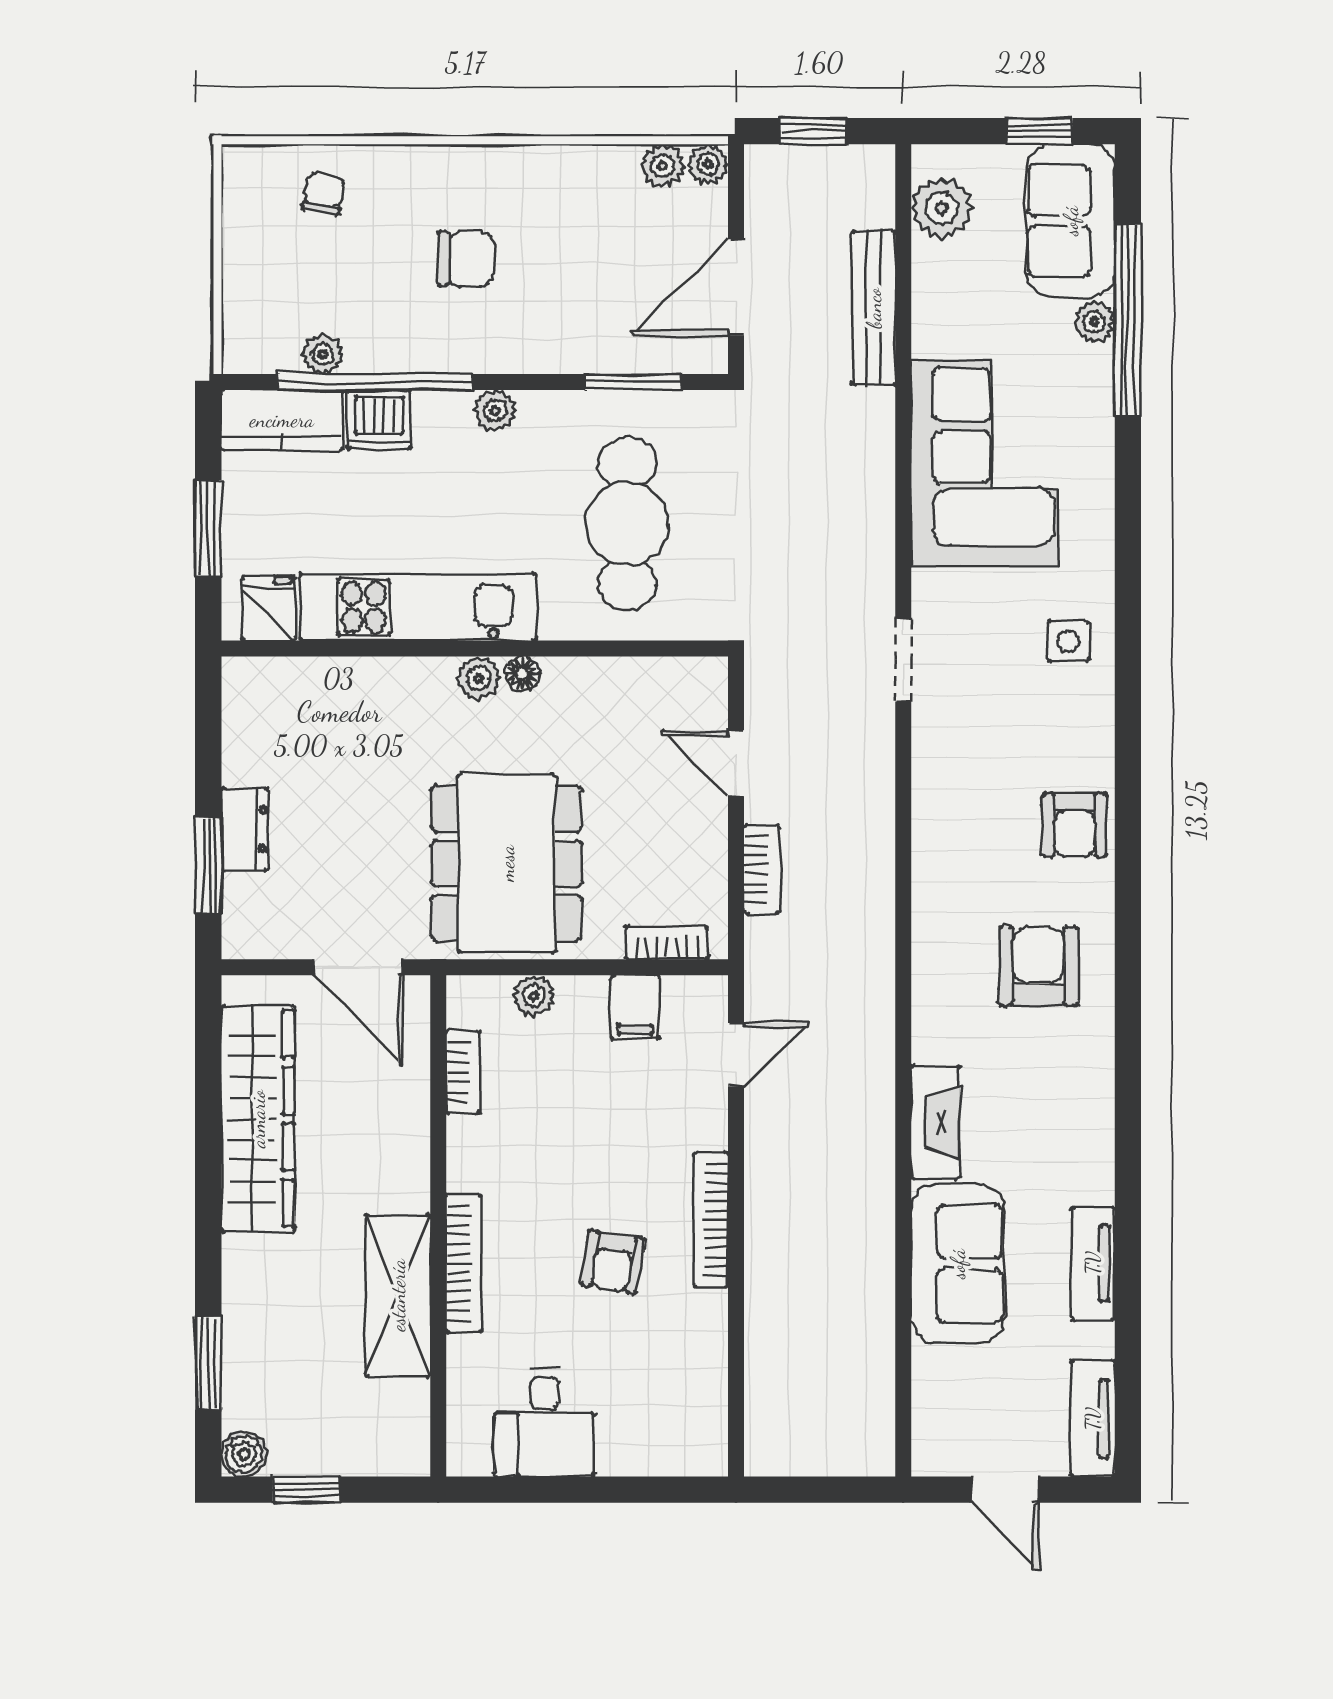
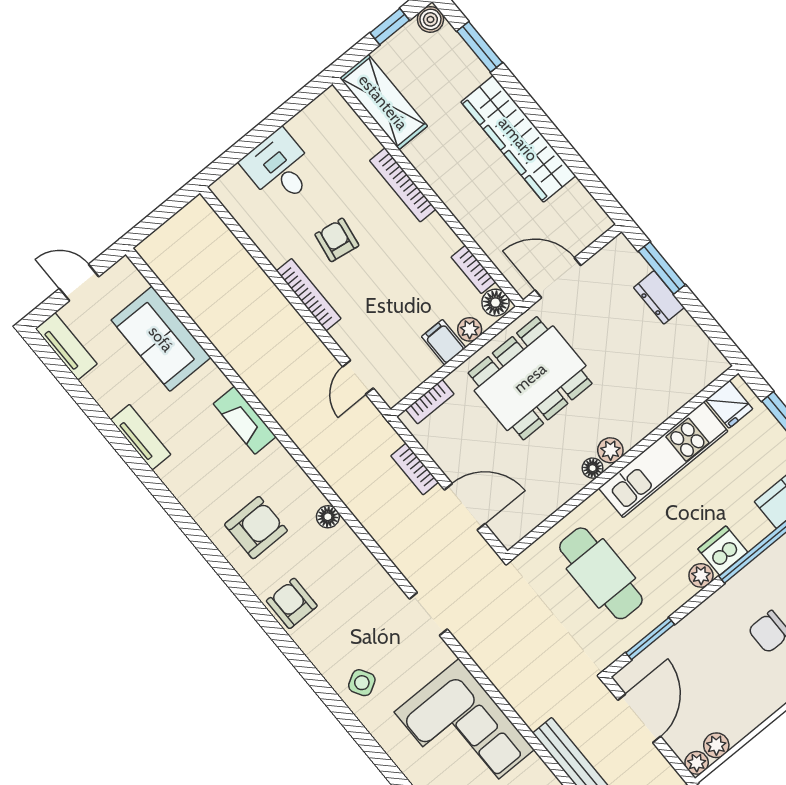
dishwasher: (379, 420) -> (723, 551), moved
side table: (1068, 641) -> (362, 683), turned -30
door: (736, 763) -> (465, 507), width x1.38
dining table: (507, 863) -> (530, 378), turned 90
floor lamp: (931, 901) -> (328, 517), added
armchair: (1039, 966) -> (256, 528), turned -90
floor lamp: (469, 1003) -> (495, 303), added
filing cabinet: (635, 1007) -> (444, 342), moved
wardrobe: (258, 1119) -> (518, 139), moved
tv unit: (1093, 1263) -> (141, 437), moved
sofa: (958, 1264) -> (161, 339), moved
shelving: (398, 1295) -> (383, 102), moved
desk: (545, 1422) -> (279, 168), moved

